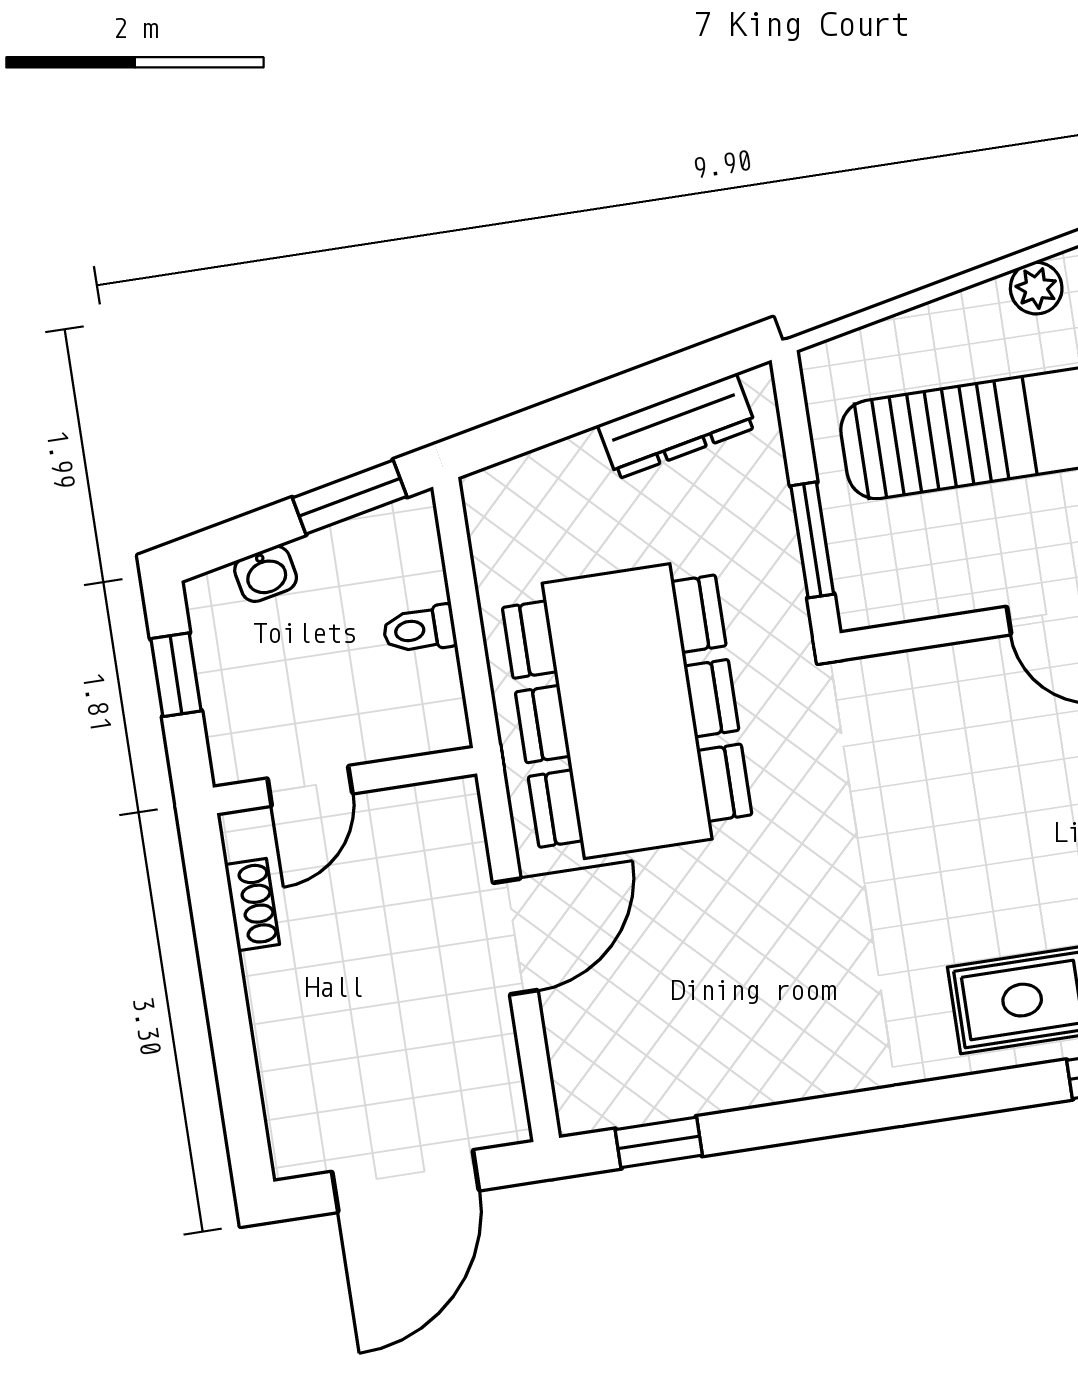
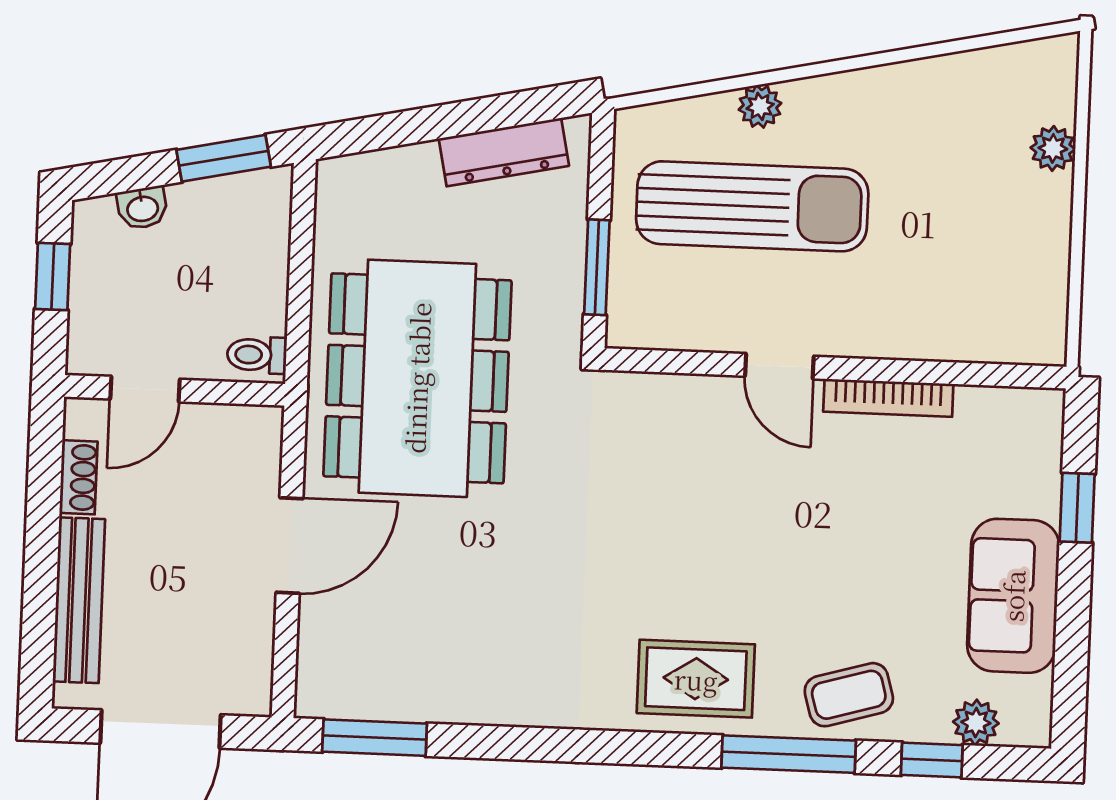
plant: (1036, 288) -> (760, 106), moved
toilet: (420, 629) -> (257, 355), moved
bench: (281, 1049) -> (79, 600), added
window: (659, 1142) -> (375, 738), width x1.50

